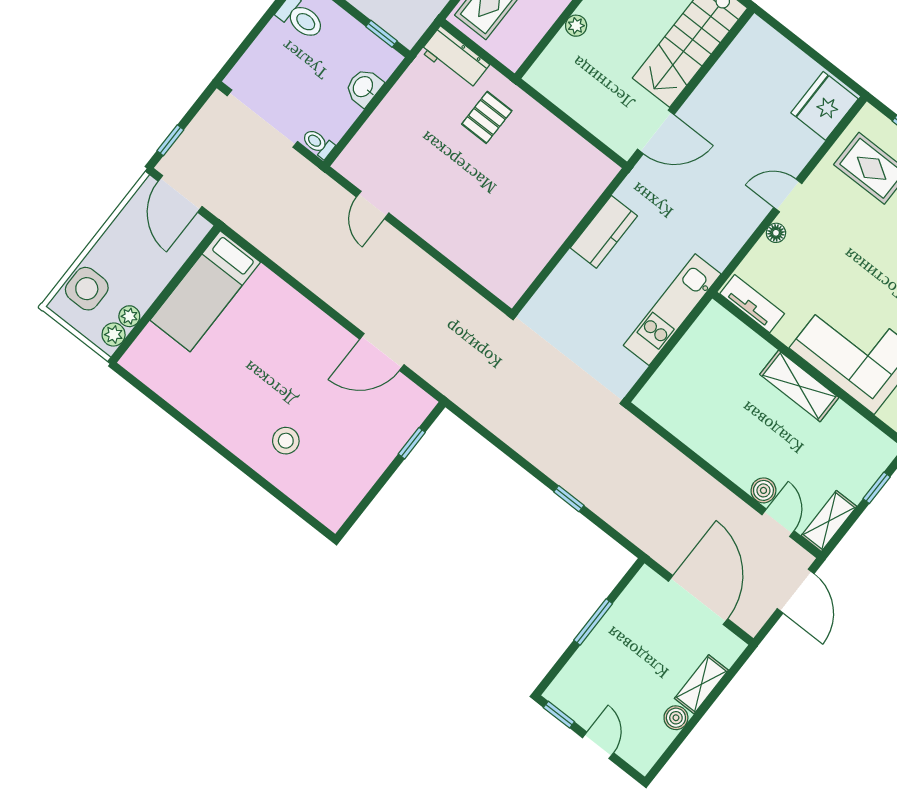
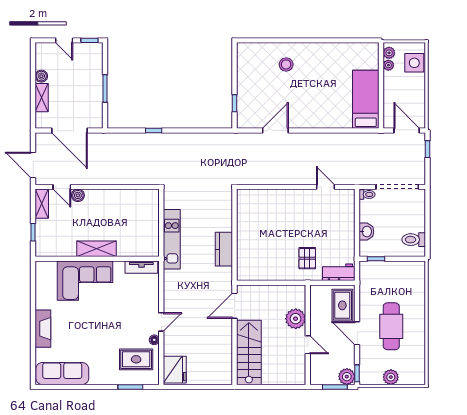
plant: (576, 26) -> (296, 319), width x1.88, depth x1.88
floor lamp: (776, 233) -> (154, 340), moved

